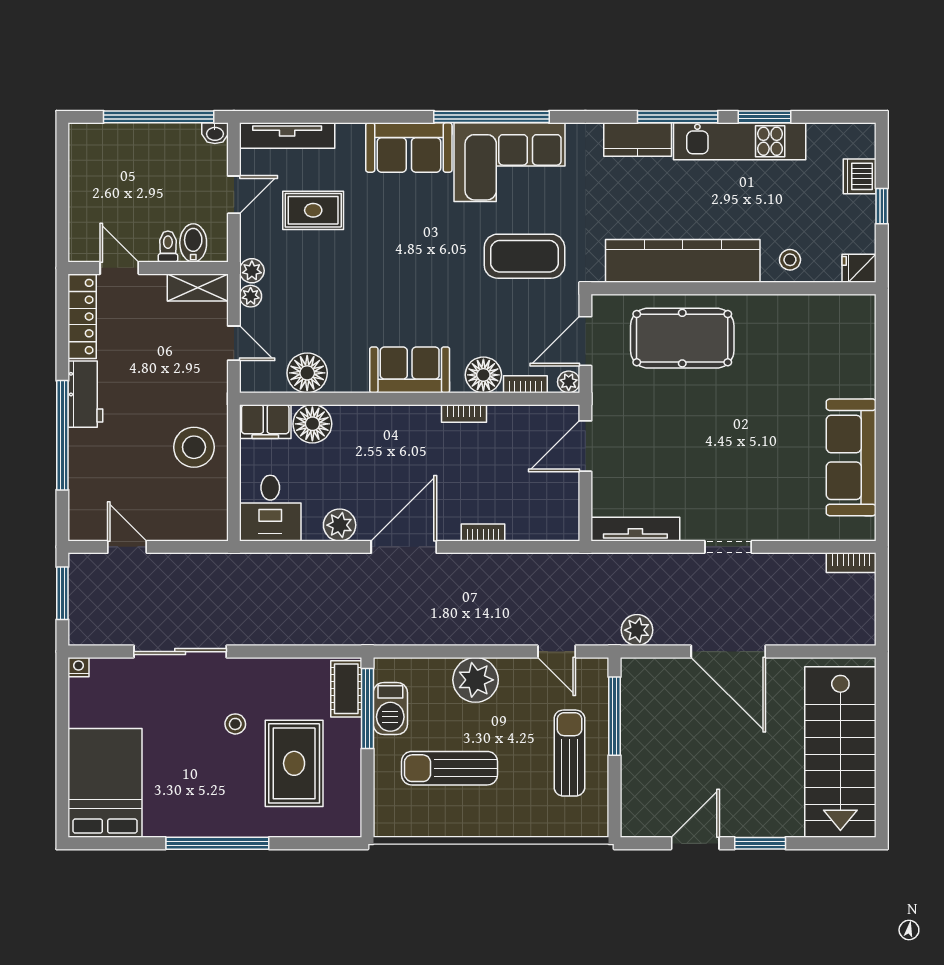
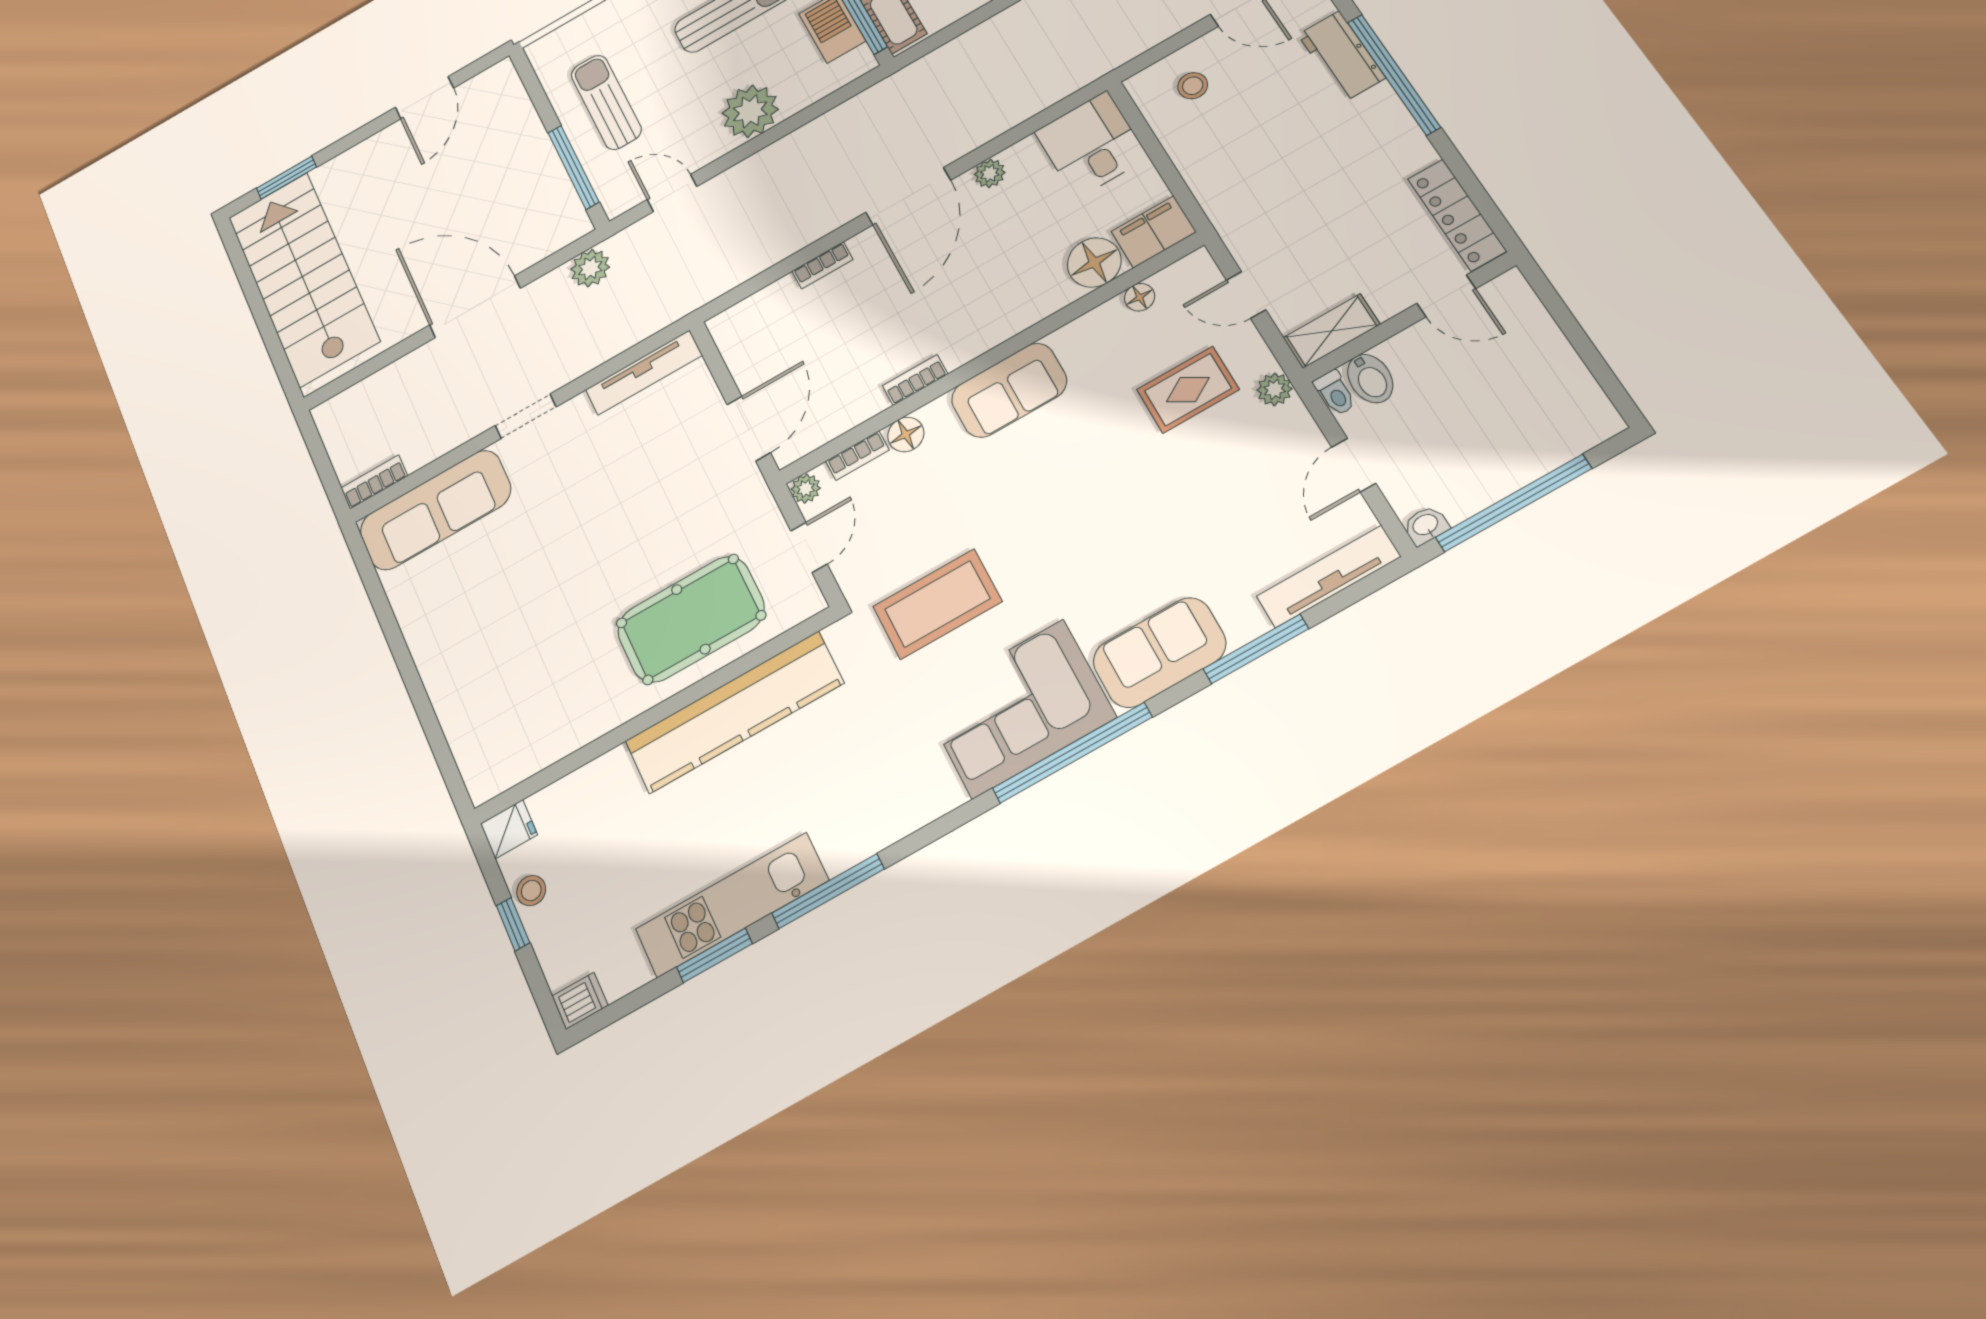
window: (353, 117) -> (1256, 649), added
kitchen counter: (638, 140) -> (866, 832), removed
dishwasher: (860, 176) -> (580, 1001), moved, width x0.73
rug: (313, 210) -> (1188, 390), moved
toilet: (168, 246) -> (1335, 393), moved
stool: (790, 260) -> (531, 891), moved
plant: (251, 296) -> (1258, 359), removed
door: (585, 341) -> (809, 547), width x0.73
floor lamp: (307, 373) -> (1140, 297), width x0.53, depth x0.53
floor lamp: (483, 375) -> (906, 434), width x0.73, depth x0.73
workbench: (85, 394) -> (1341, 56), moved
stool: (194, 447) -> (1193, 86), moved, width x0.53, depth x0.53
sofa: (851, 457) -> (435, 510), moved, turned 90
plant: (340, 525) -> (990, 173), width x0.73, depth x0.73
sun lounger: (569, 753) -> (606, 102), turned 180
window: (760, 843) -> (286, 178), moved

